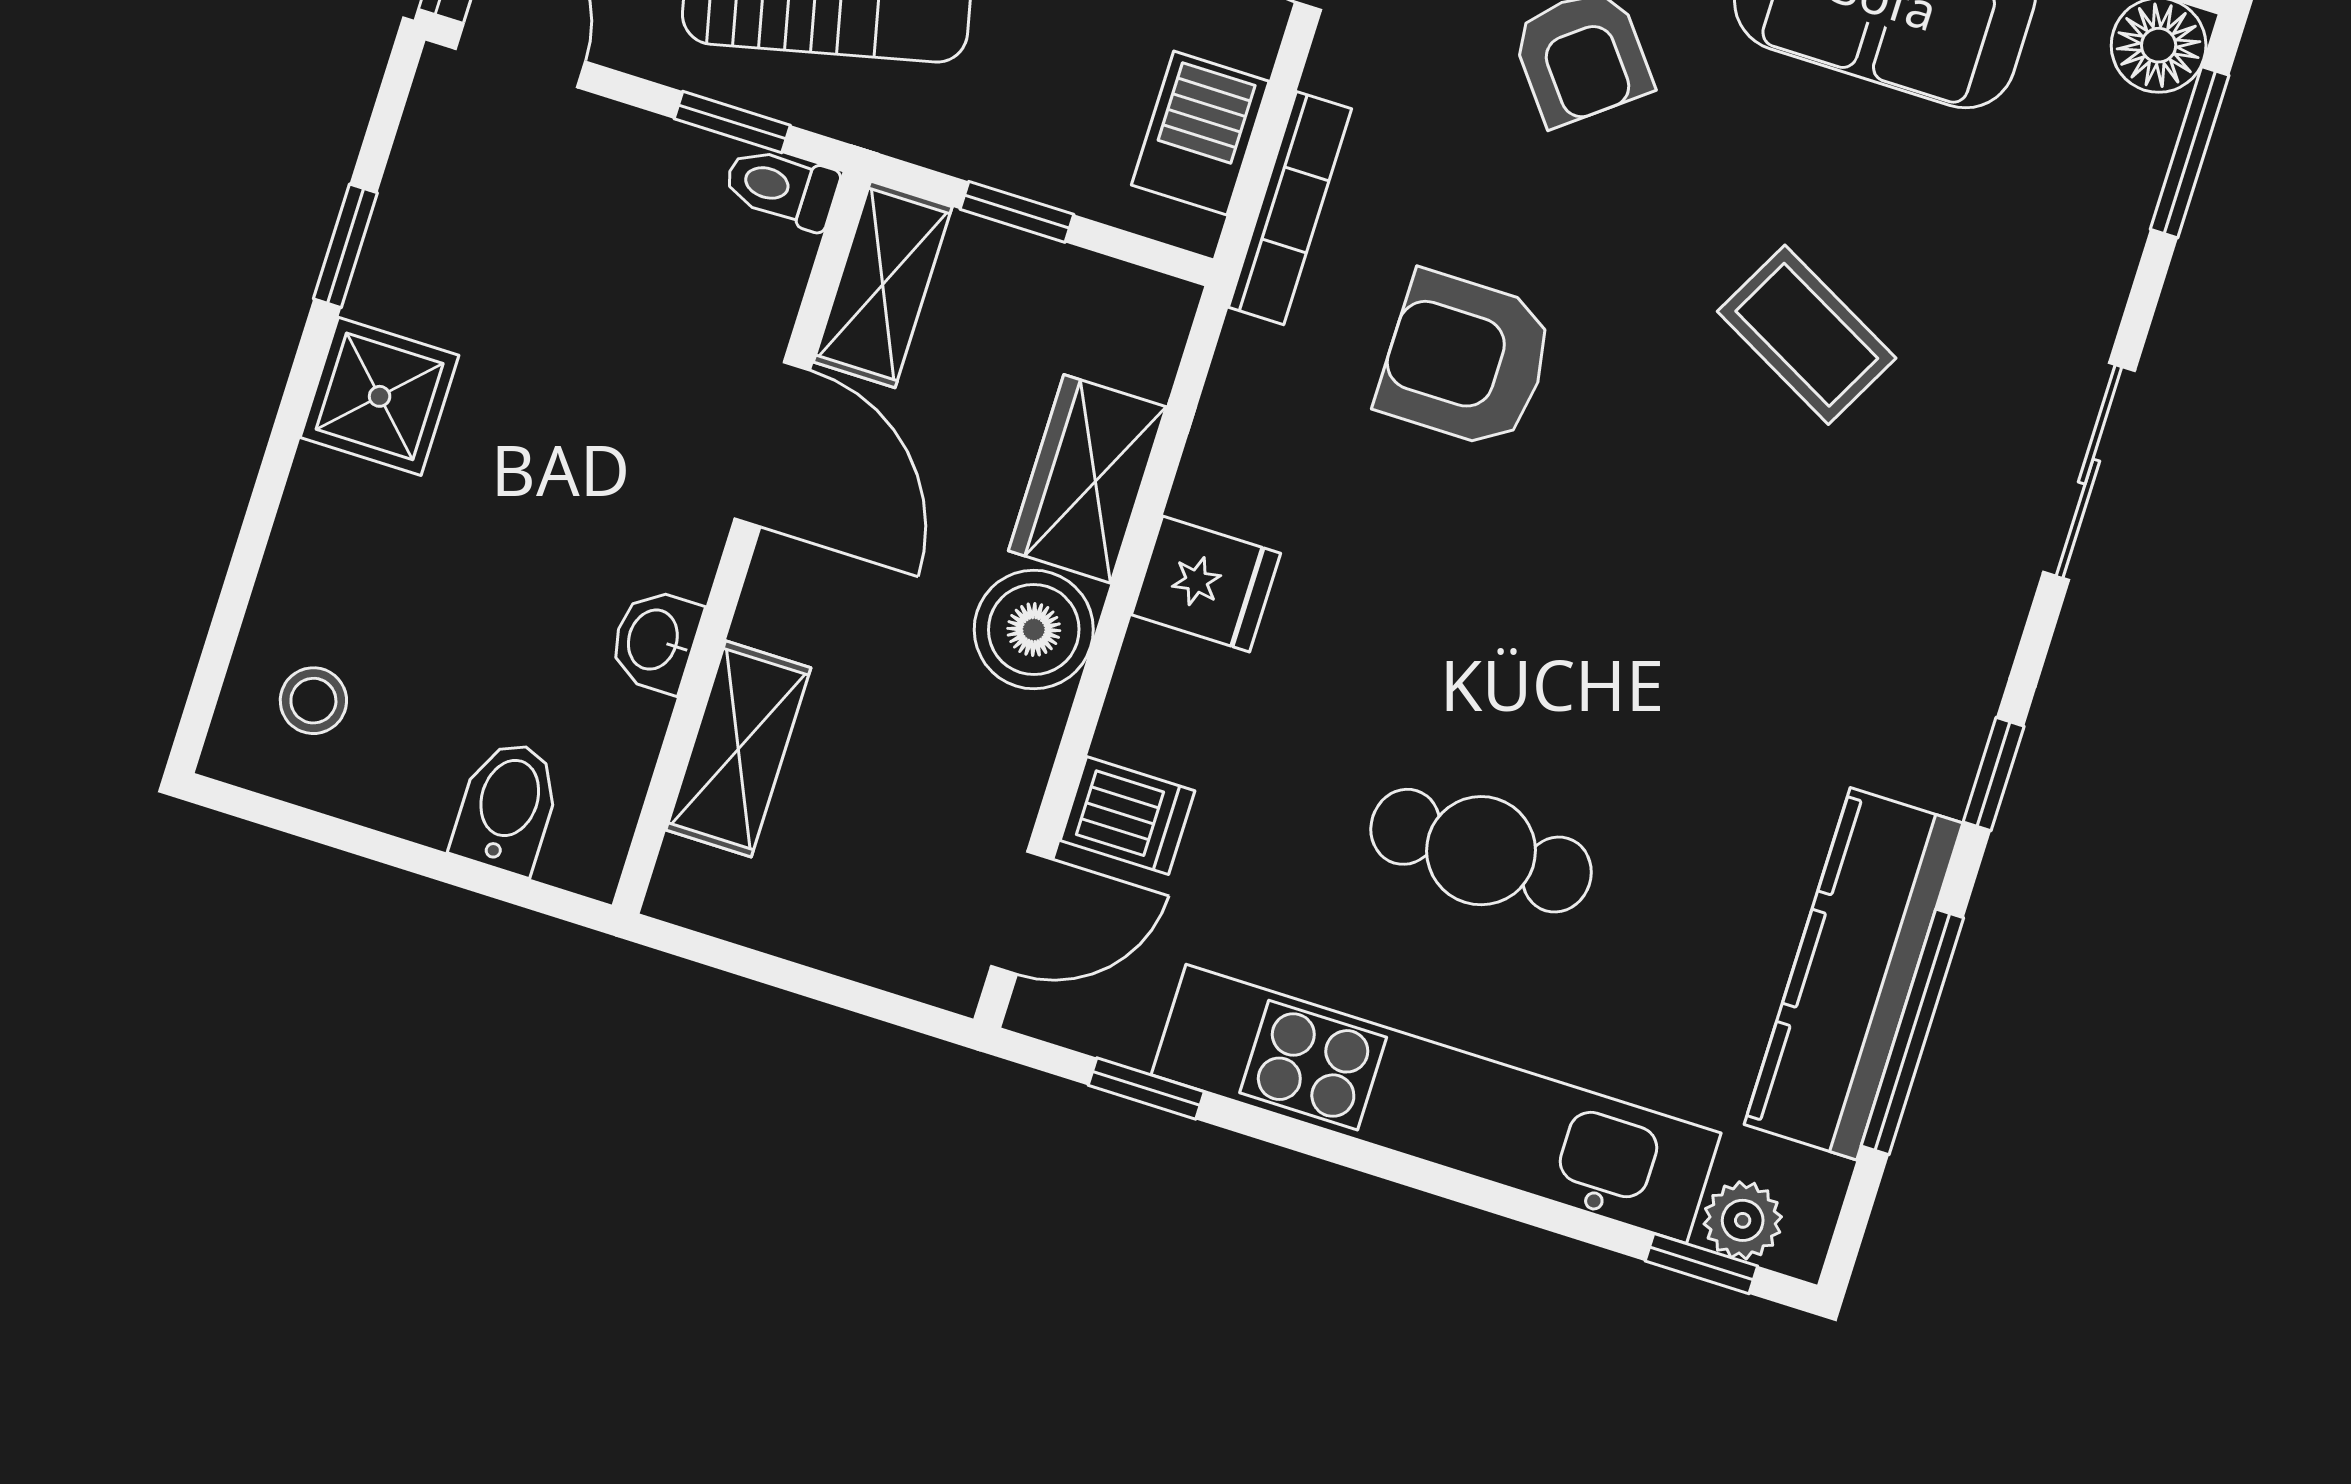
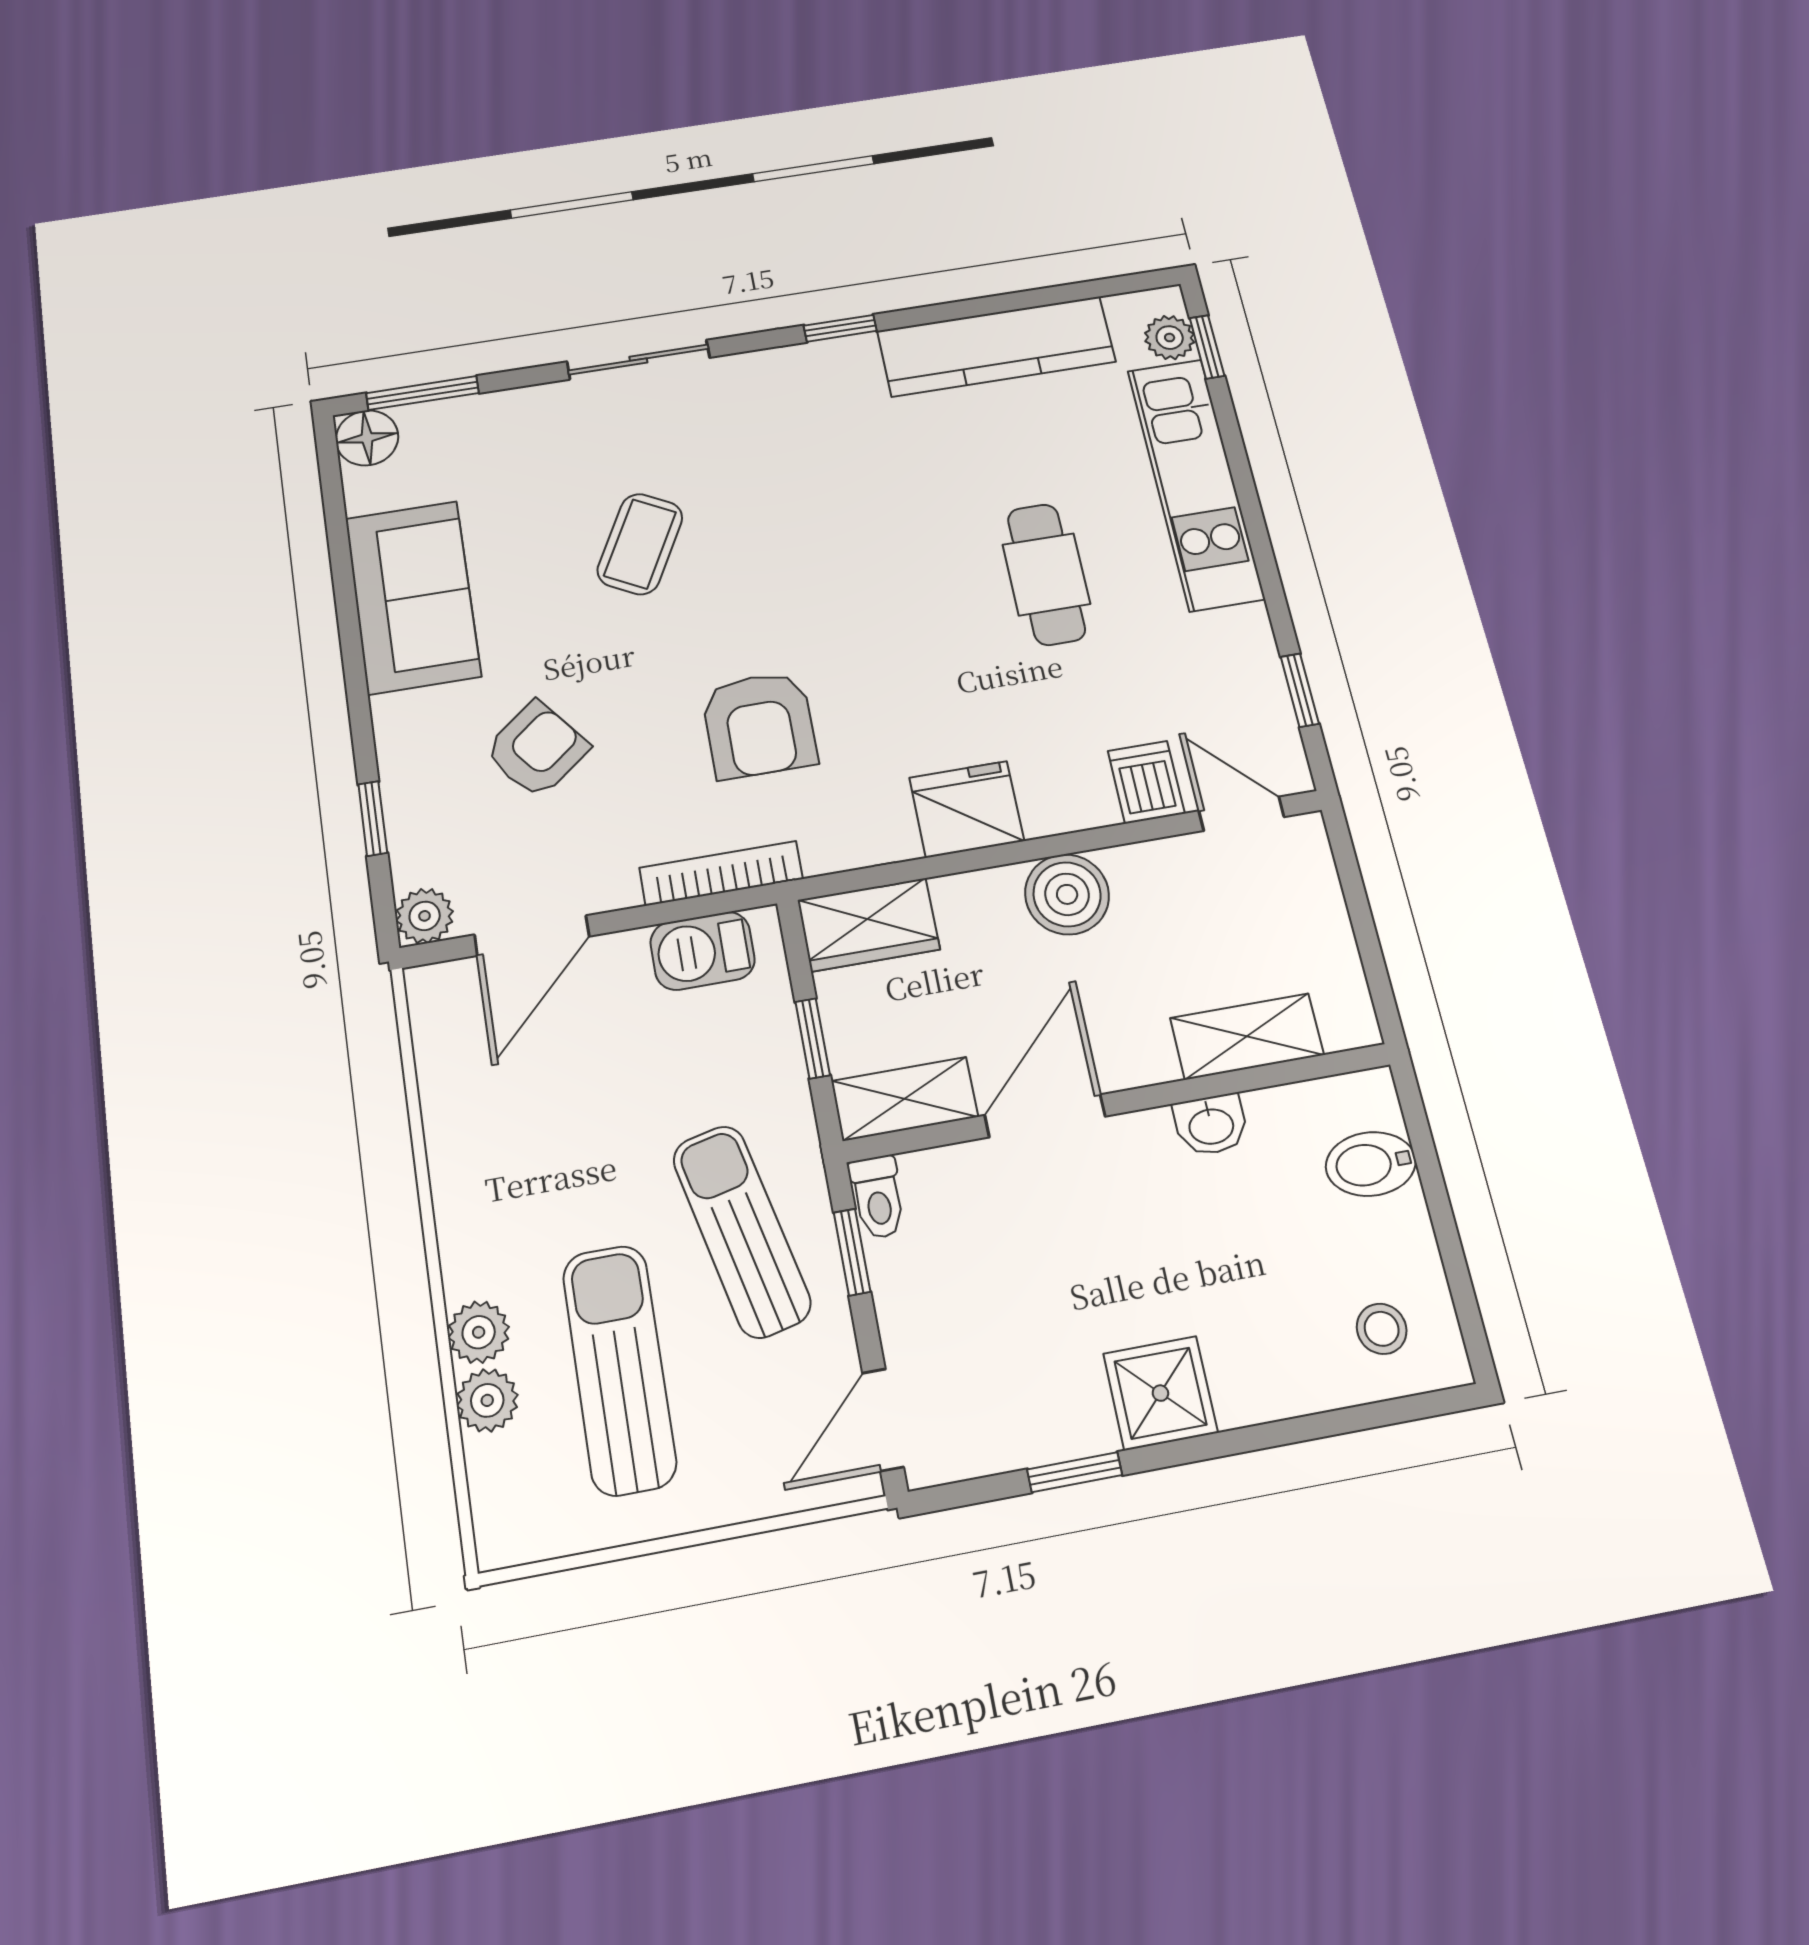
wardrobe: (1087, 479) -> (869, 925), moved
fridge: (1206, 584) -> (967, 809), width x1.38
window: (1912, 1032) -> (1010, 302), removed
kitchen unit: (1436, 1104) -> (1195, 483), width x0.73

